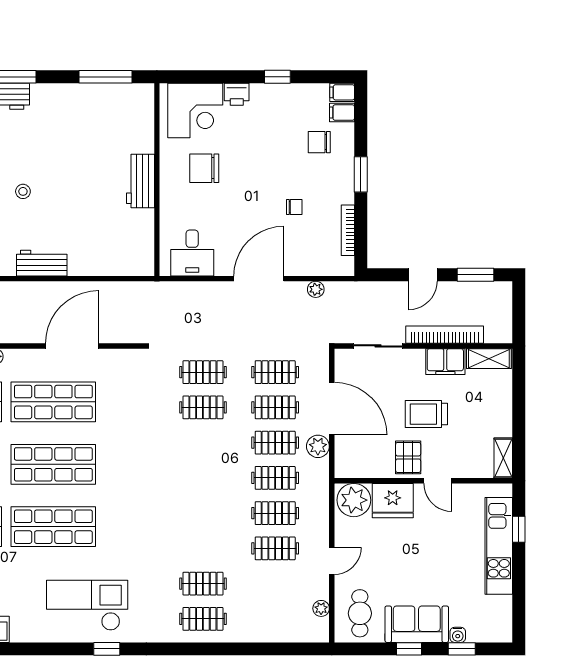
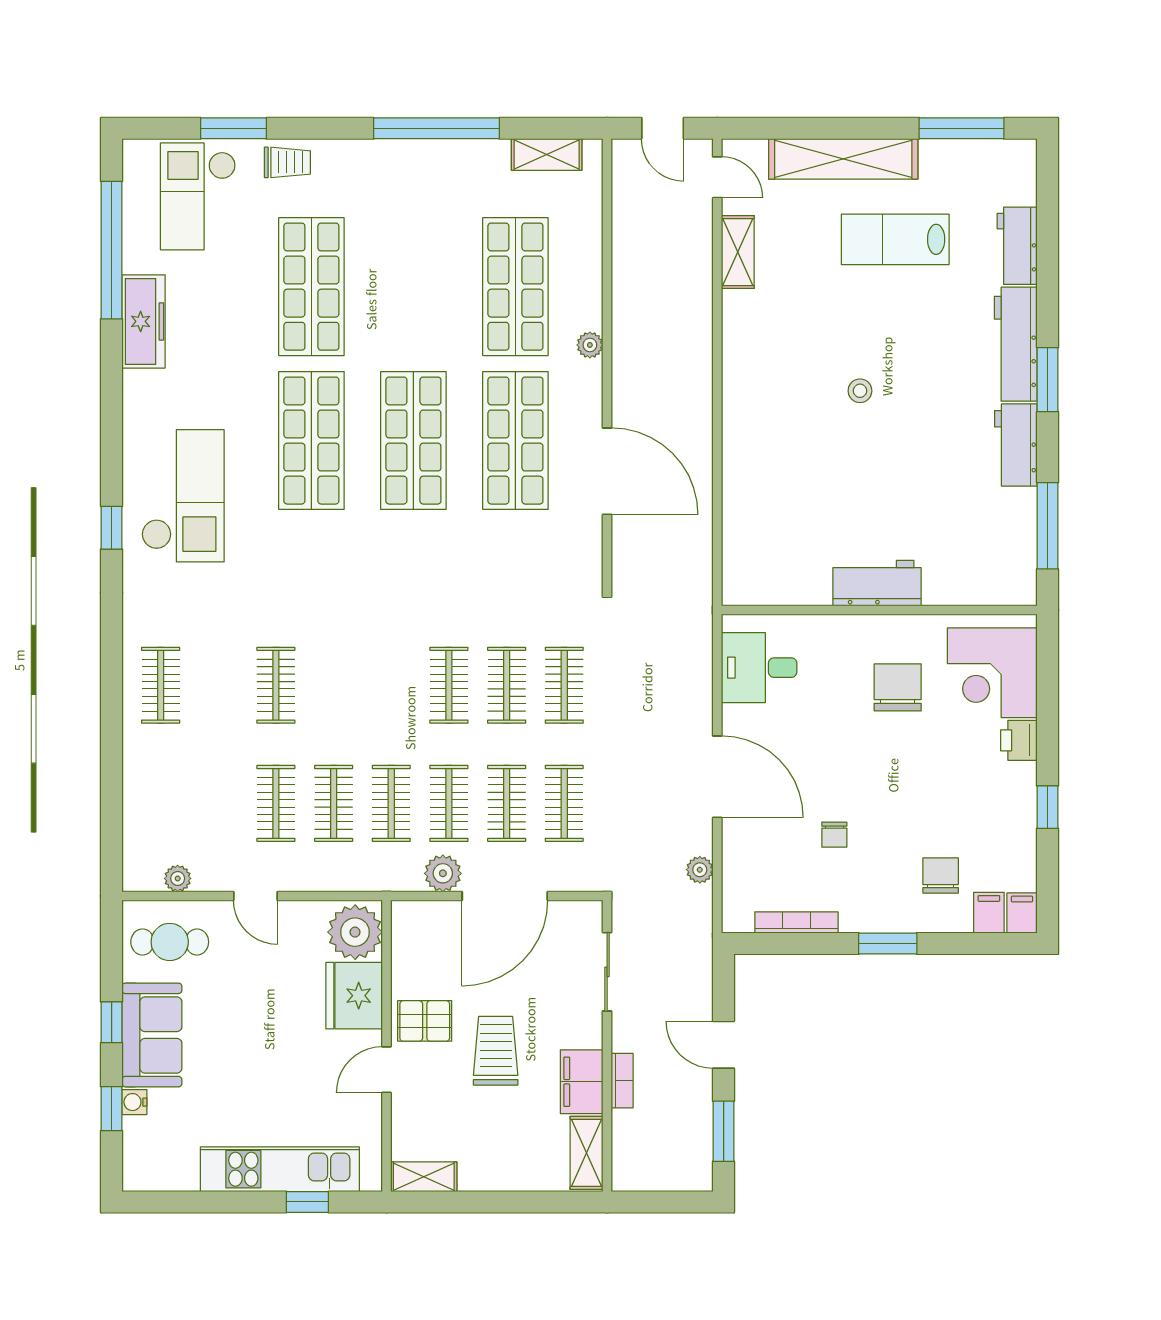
workbench: (42, 263) -> (1016, 445), moved, turned 180
bookcase: (445, 335) -> (622, 1081), width x0.43, depth x0.76
clothes rail: (203, 443) -> (449, 685), added
clothes rail: (203, 584) -> (276, 685), moved

